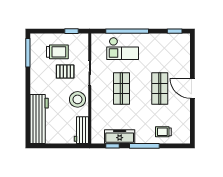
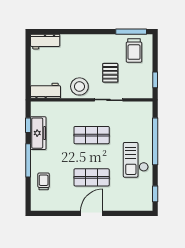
checkout: (123, 49) -> (136, 160), moved
trolley: (57, 52) -> (134, 50), moved
workbench: (39, 119) -> (45, 42), width x0.53, depth x0.76

